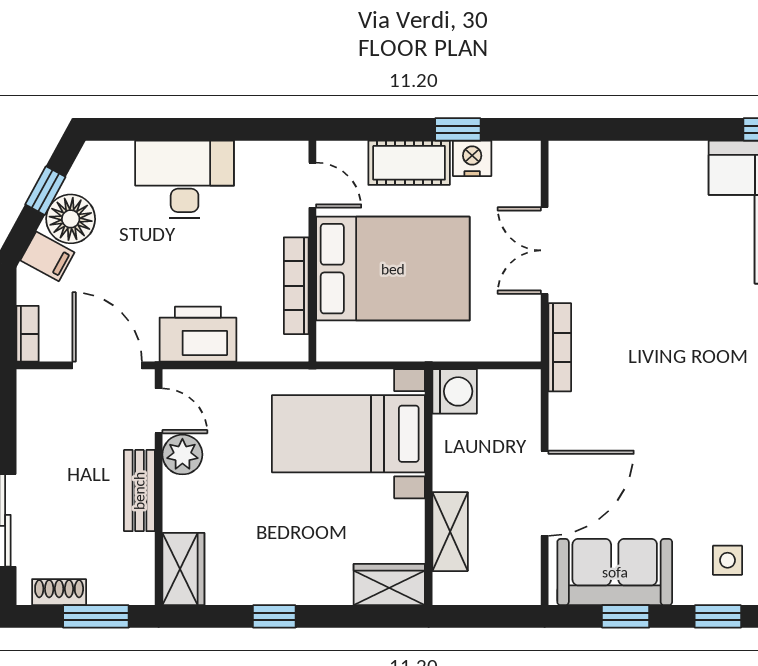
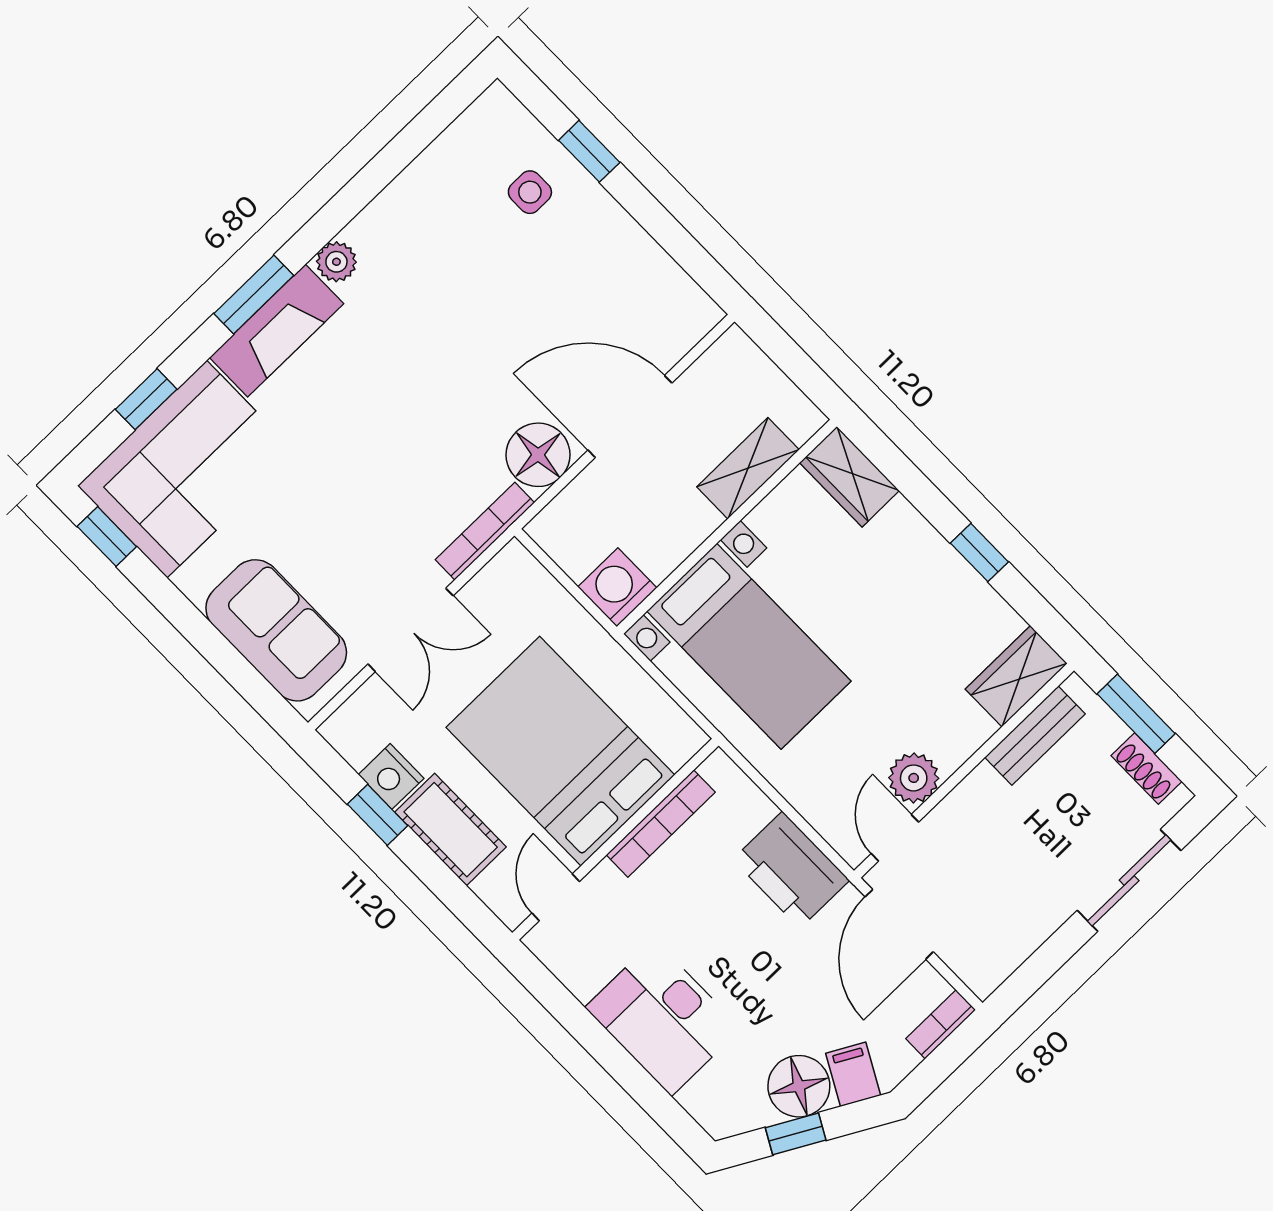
floor lamp: (574, 420) -> (538, 455), added
bench: (139, 491) -> (1035, 736), moved
sofa: (615, 572) -> (276, 630), moved, turned 180
window: (626, 616) -> (670, 235), removed

